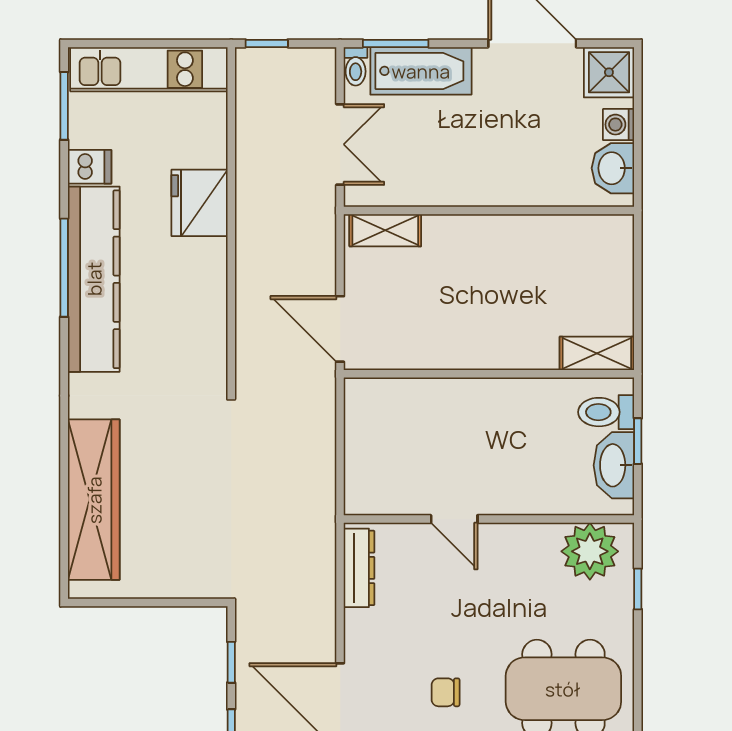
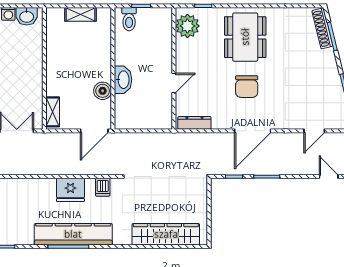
dishwasher: (90, 167) -> (103, 187), moved, turned 180
fridge: (199, 203) -> (70, 190), moved
boiler: (435, 349) -> (103, 91), added
shelving: (597, 353) -> (81, 14), moved, turned 90
washbasin: (614, 465) -> (123, 80), moved, turned -90
chair: (446, 692) -> (247, 87), width x1.87, depth x1.87

